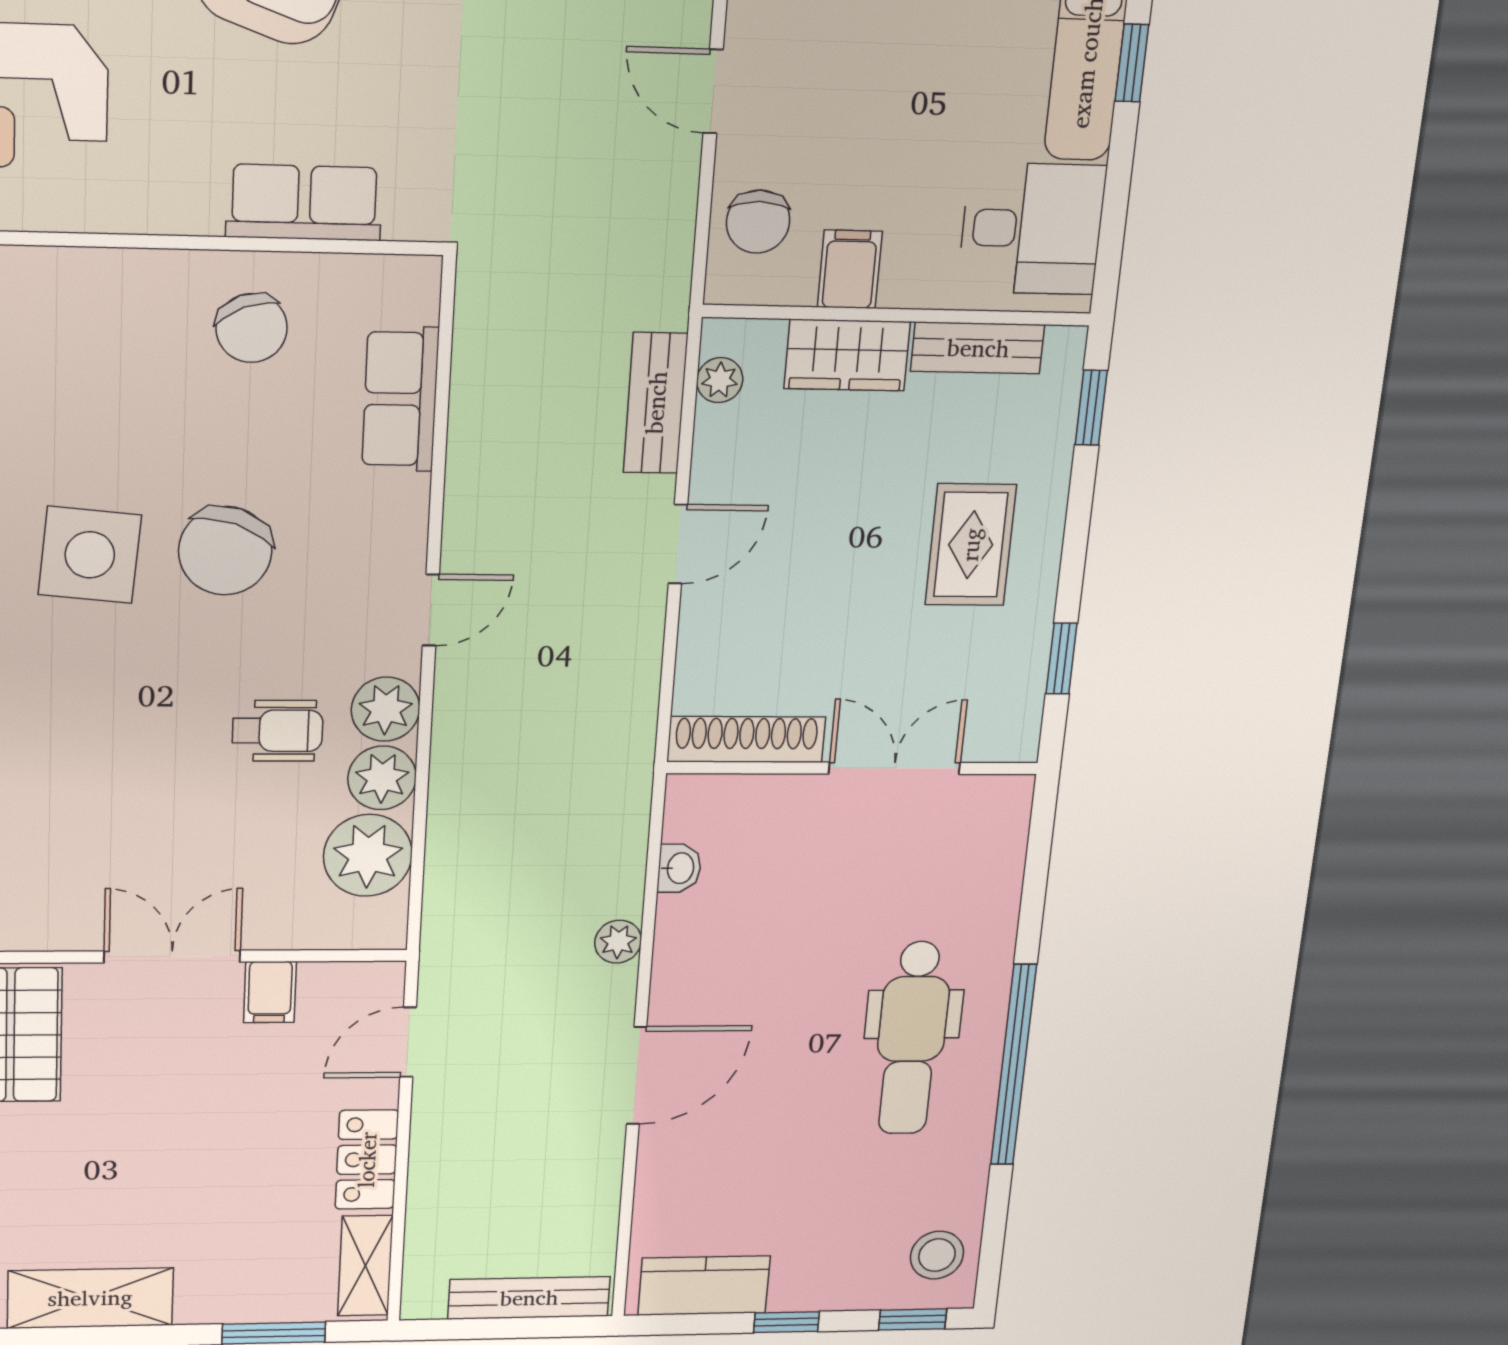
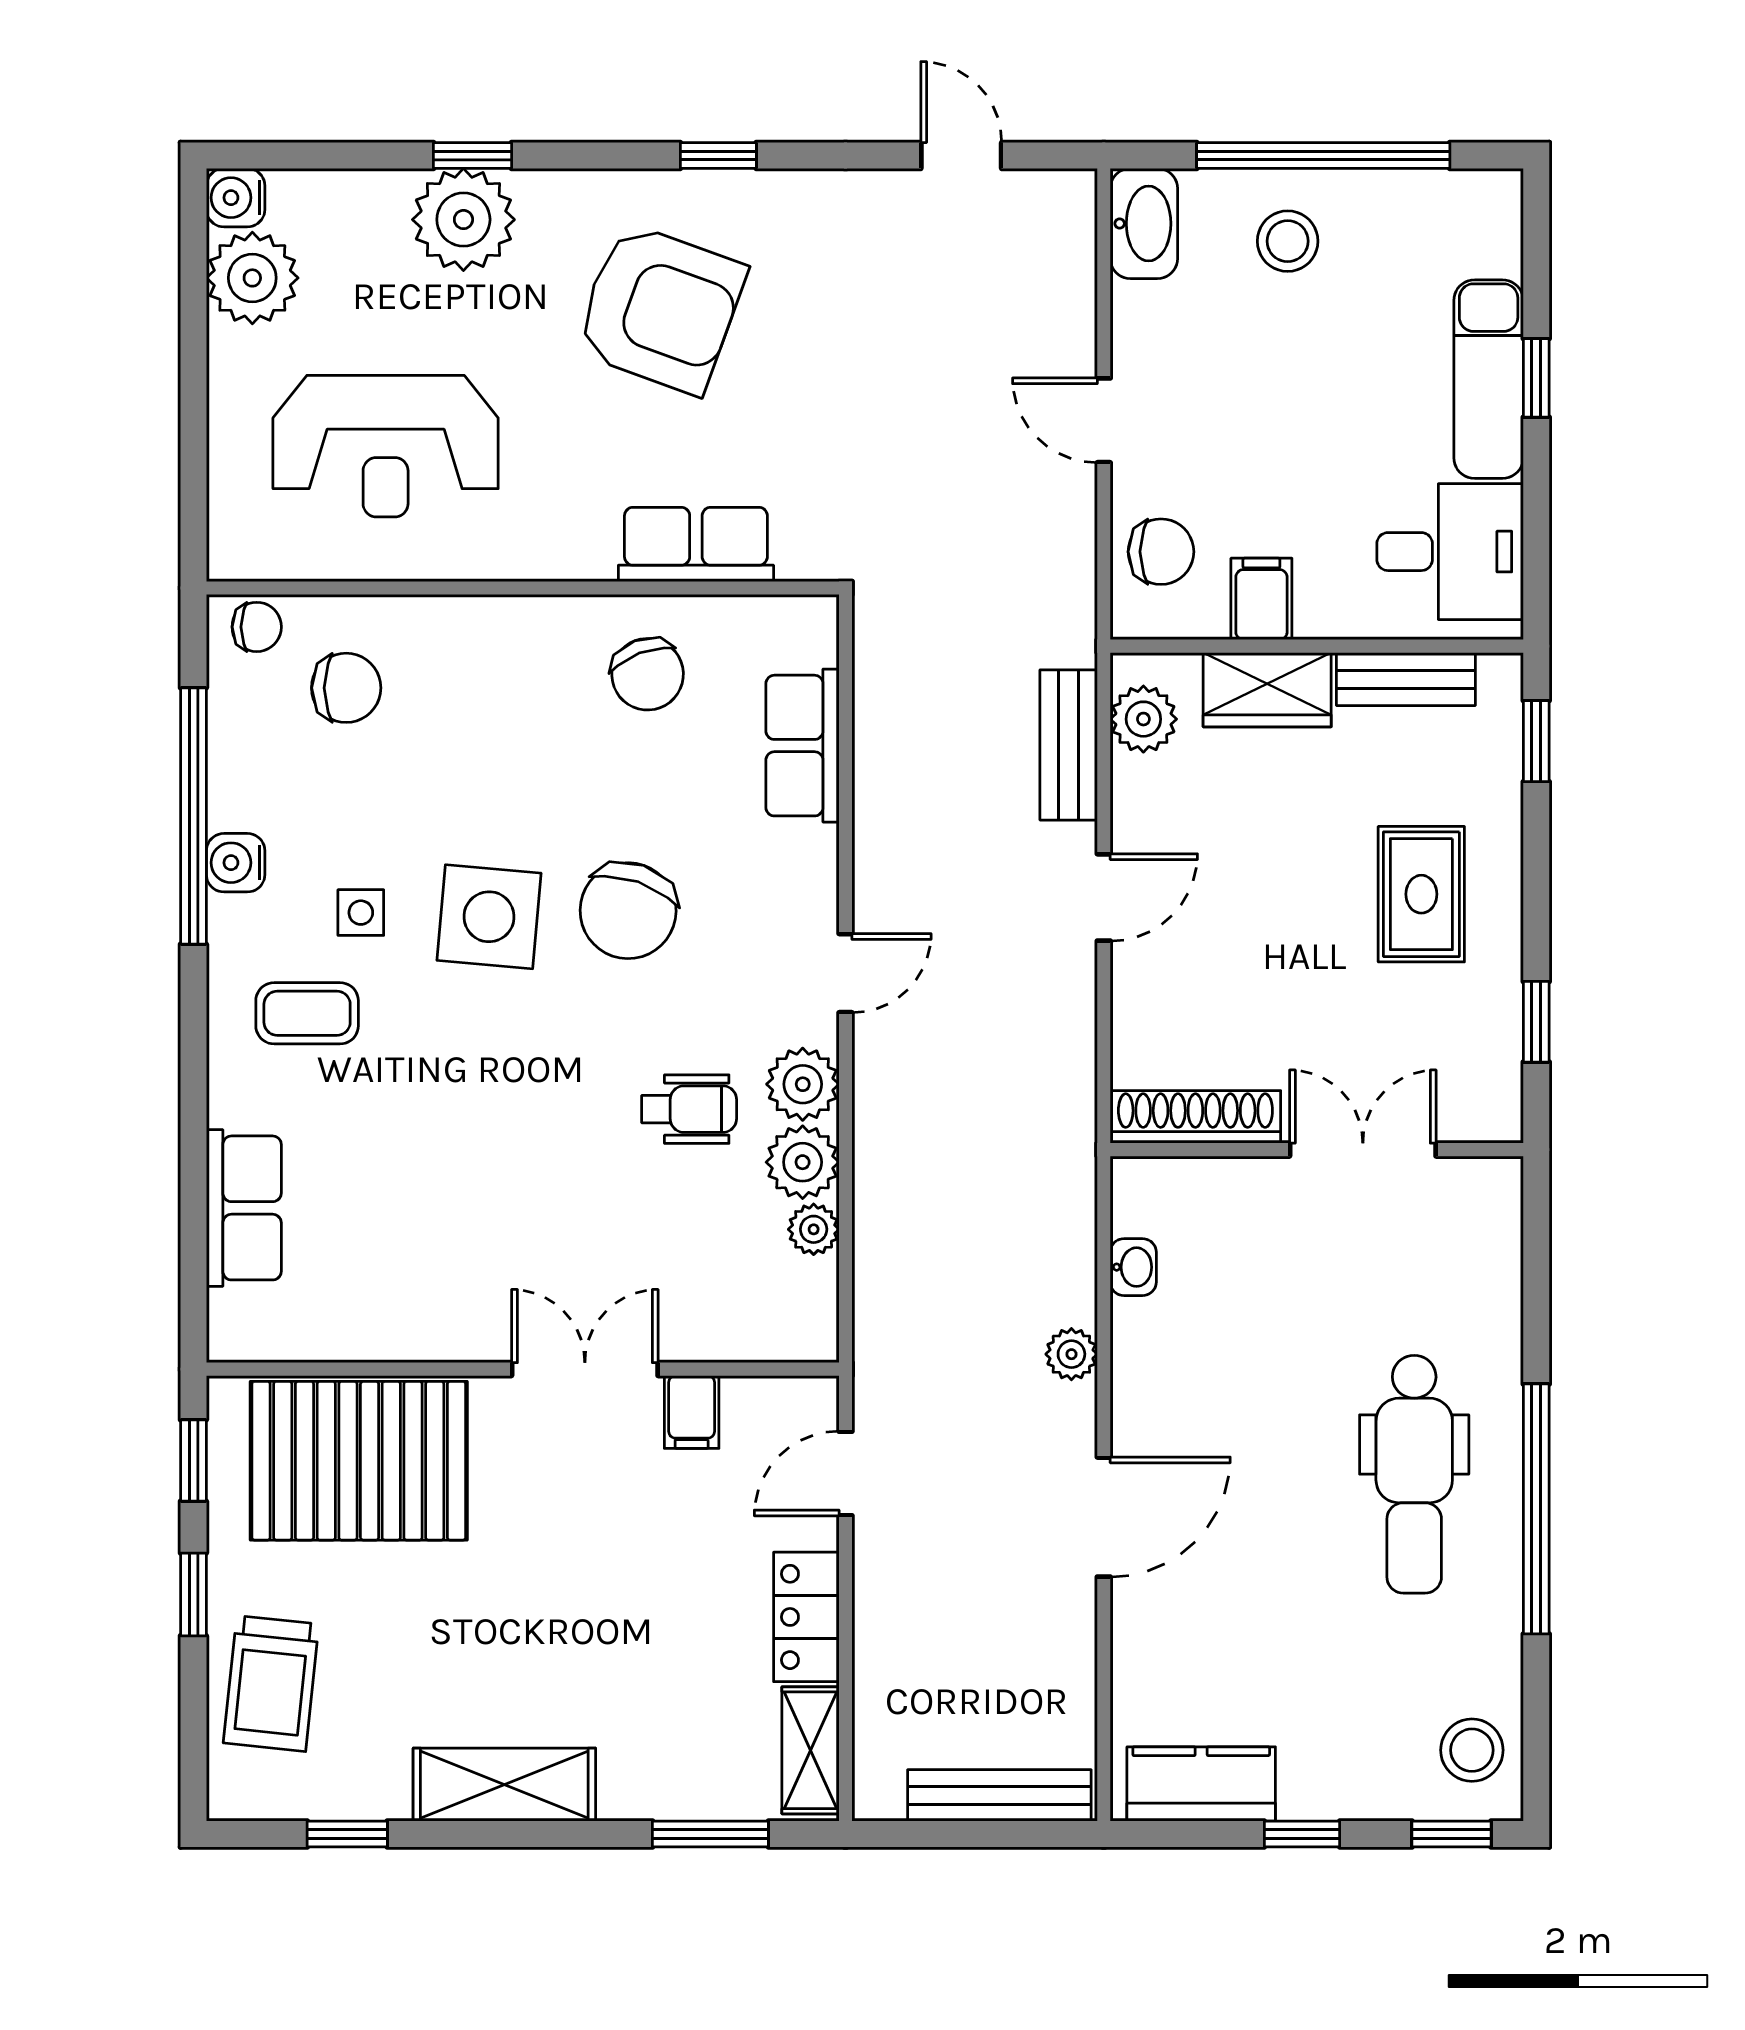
chair: (758, 222) -> (1161, 552), turned -90
plant: (720, 380) -> (1143, 719), width x1.38, depth x1.38
plant: (368, 855) -> (814, 1229), width x0.53, depth x0.53

